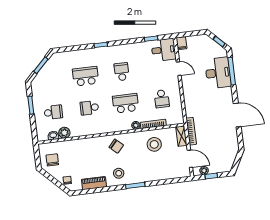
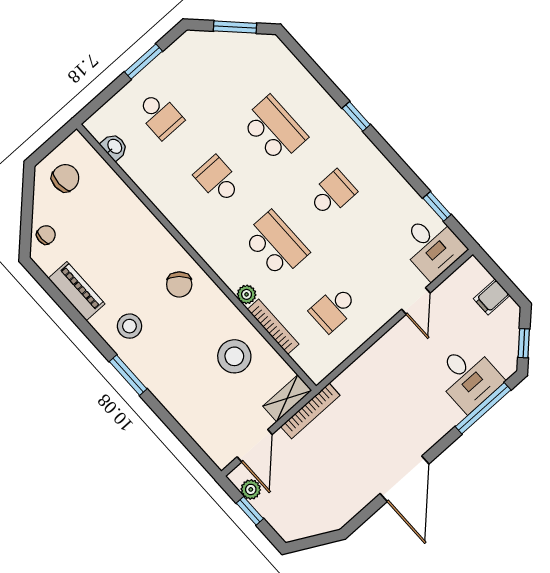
filing cabinet: (181, 43) -> (492, 297), moved
desk: (218, 73) -> (468, 377), width x0.73
plant: (64, 133) -> (135, 165), removed

